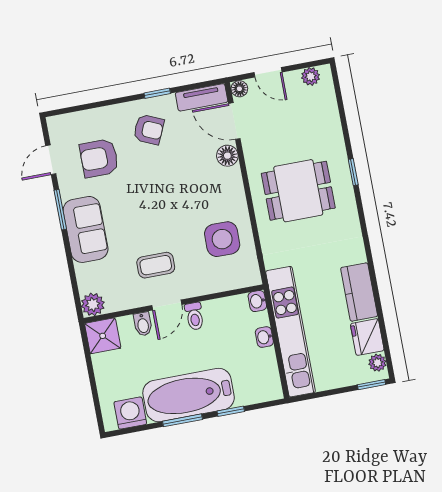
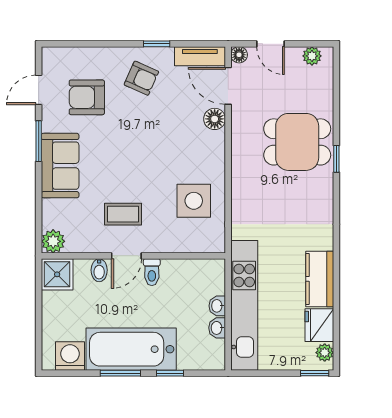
dining table: (298, 191) -> (297, 142), moved
washbasin: (257, 301) -> (217, 328), moved

